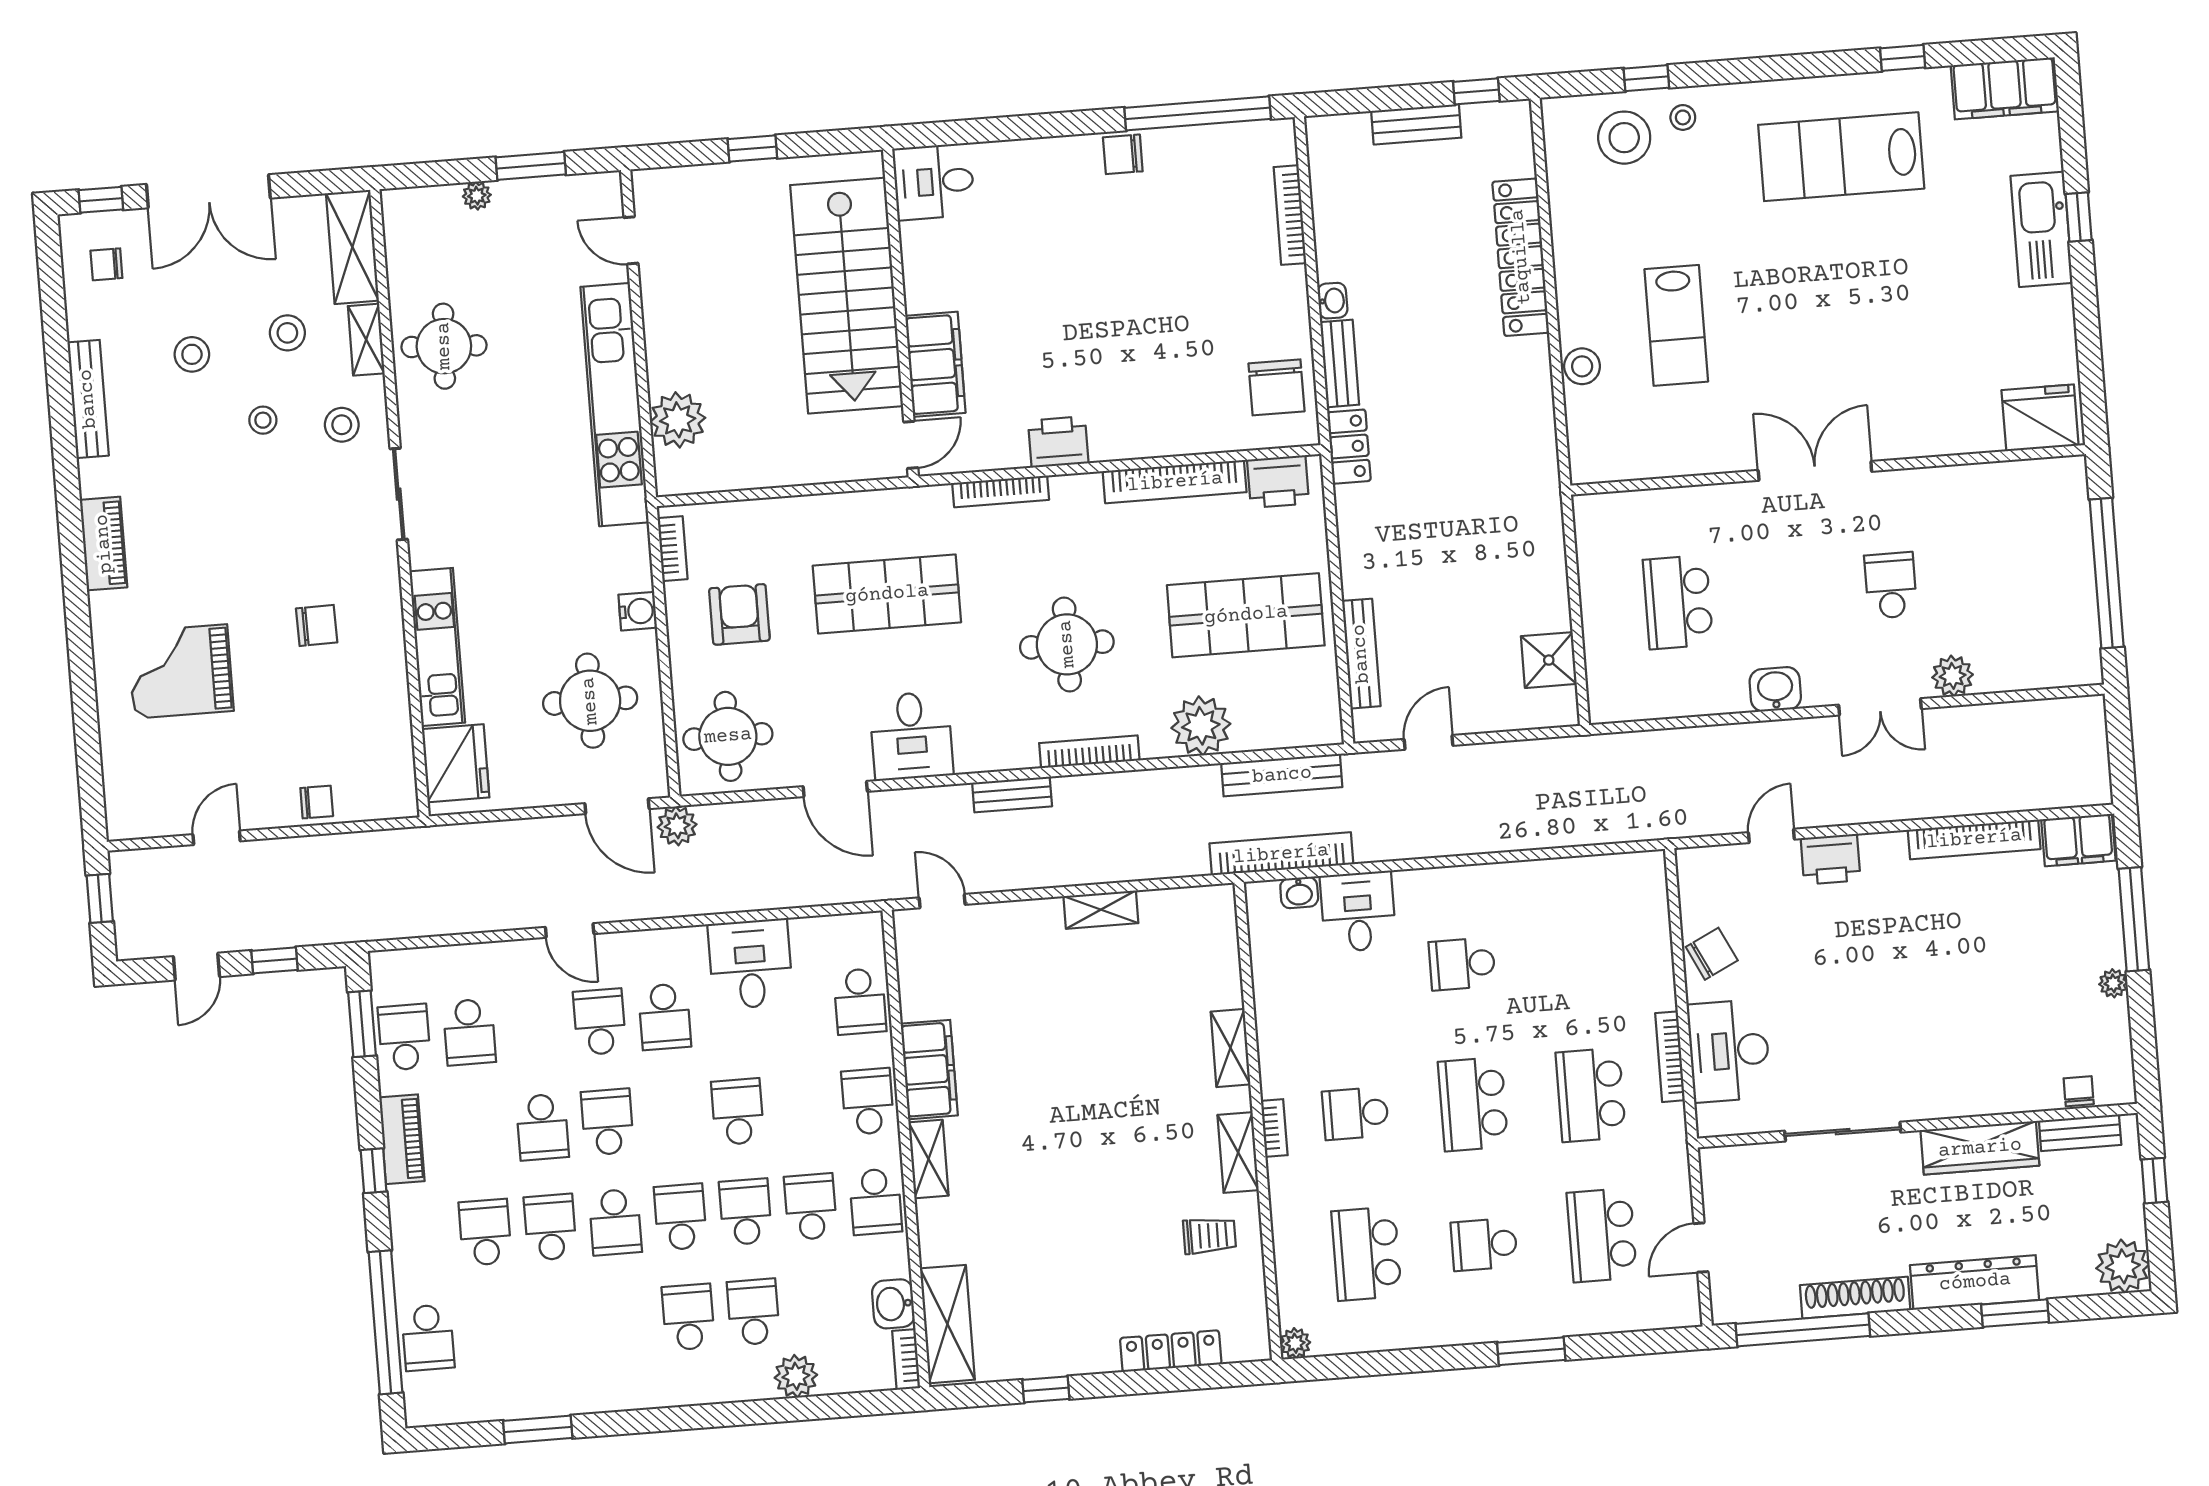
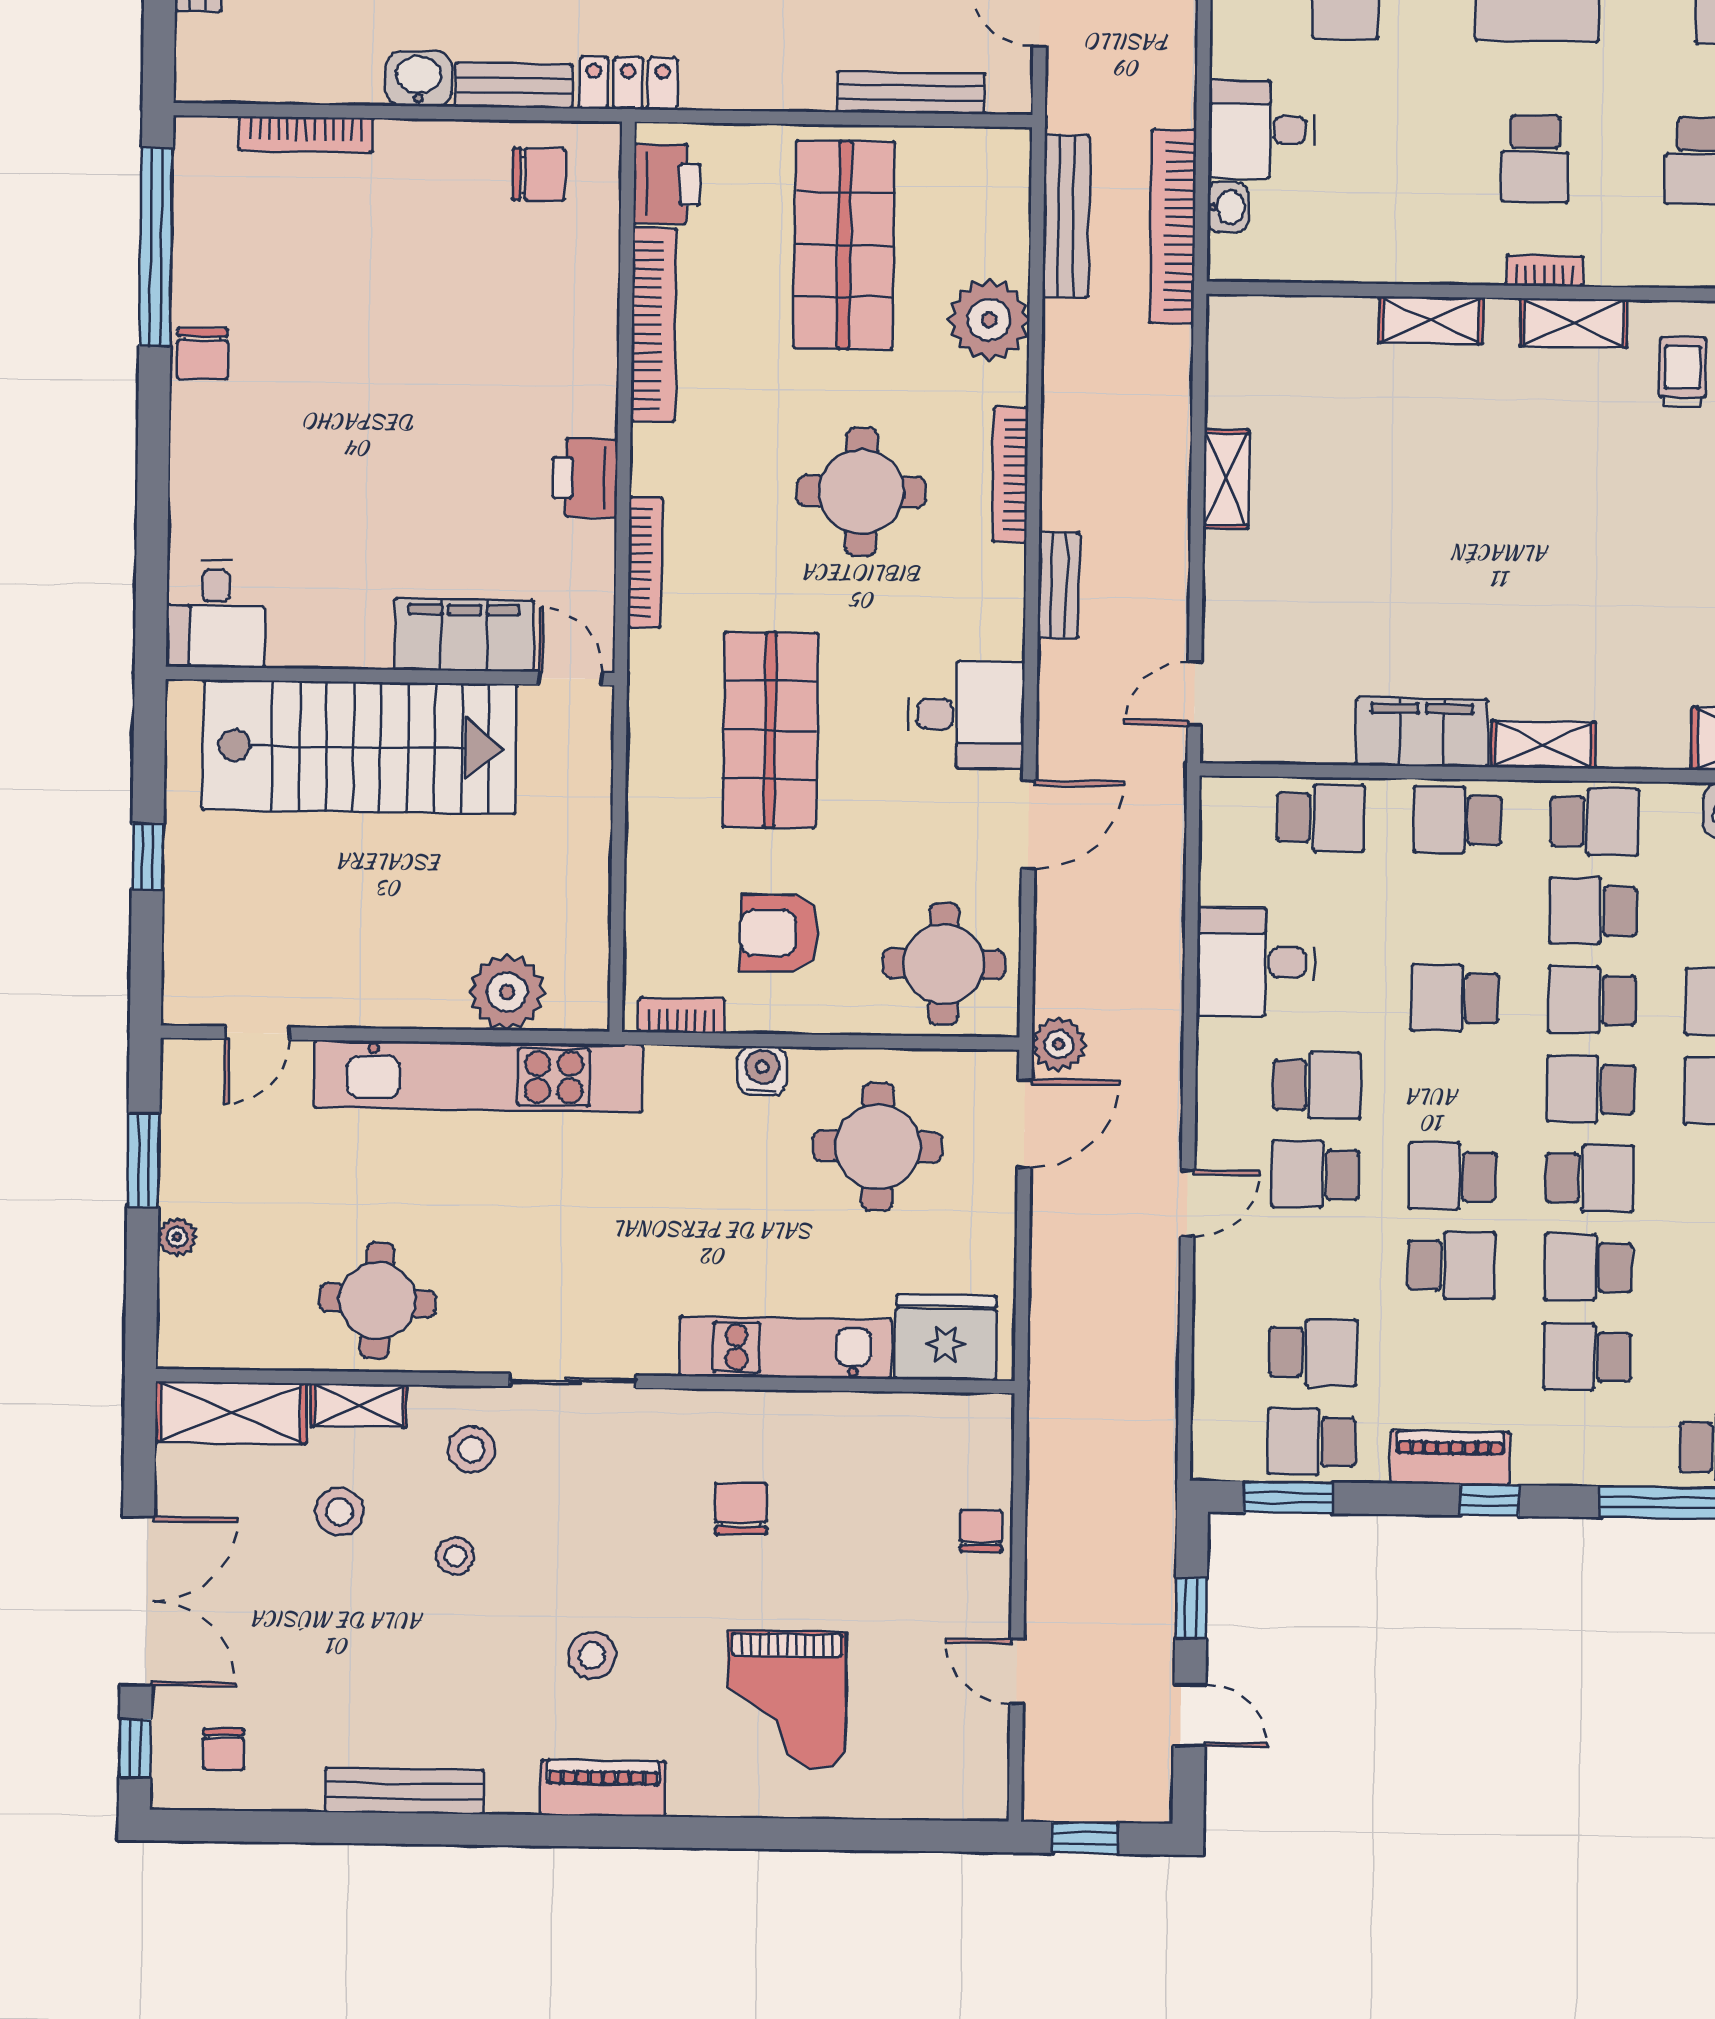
washbasin: (1332, 301) -> (419, 79), width x1.38, depth x1.45
stool: (192, 354) -> (592, 1655), moved
chair: (1276, 387) -> (538, 174), width x0.73, depth x0.73

